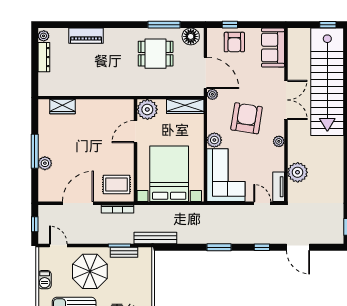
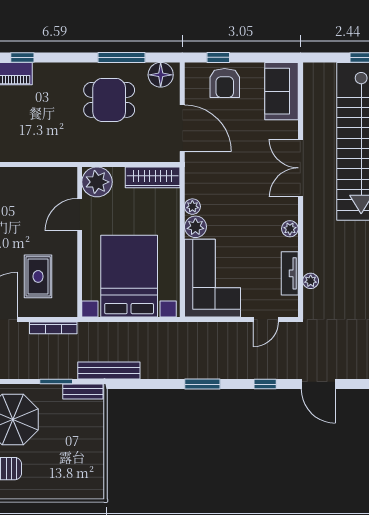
window: (96, 25) -> (22, 57), added
plant: (212, 94) -> (192, 207), moved
double door: (286, 100) -> (300, 168), swing flipped
armchair: (247, 118) -> (243, 195), removed
plant: (298, 172) -> (311, 281), width x0.53, depth x0.53
rug: (117, 185) -> (38, 276), moved, turned 90
tv unit: (279, 187) -> (290, 273), moved
door: (262, 203) -> (266, 320), swing flipped
bench: (124, 252) -> (83, 391), moved

